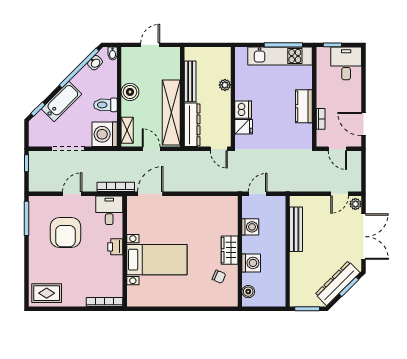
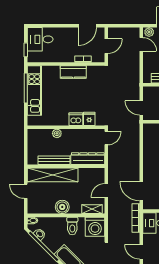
shelving: (171, 112) -> (53, 175), moved

